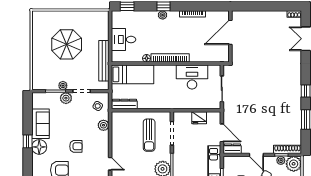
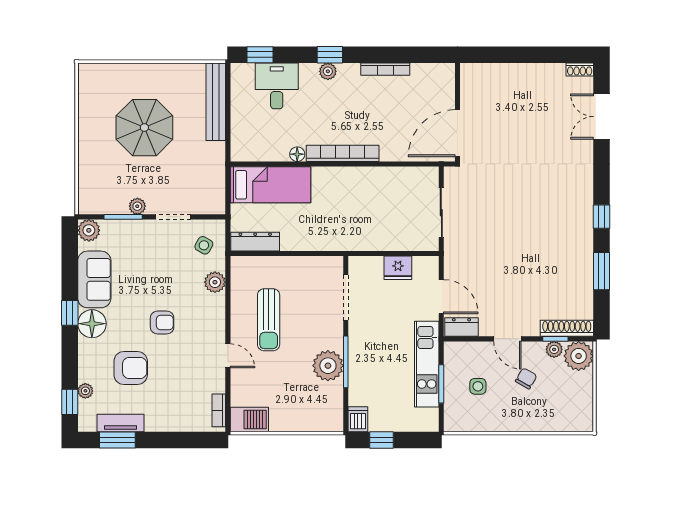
door: (230, 32) -> (458, 133), moved
desk: (124, 40) -> (277, 86), moved, turned 90
bench: (104, 61) -> (216, 102), moved
desk: (192, 77) -> (384, 190), removed
plant: (66, 98) -> (89, 230), moved
sun lounger: (149, 135) -> (269, 320), moved

